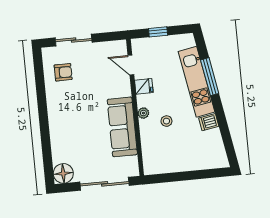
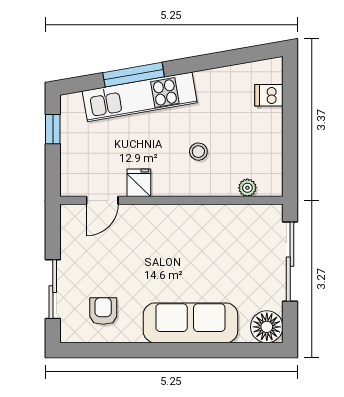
window: (158, 32) -> (53, 129), moved
plant: (143, 113) -> (247, 188), moved
dishwasher: (209, 122) -> (269, 95), moved, turned 100
sofa: (122, 127) -> (190, 323), moved, turned 180

